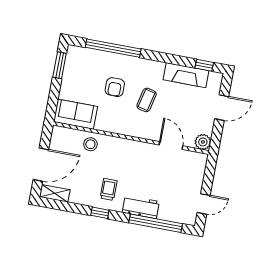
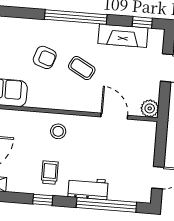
window: (113, 48) -> (76, 17), moved
armchair: (115, 87) -> (45, 57), turned -71
coffee table: (147, 100) -> (82, 68), turned -74
stool: (90, 144) -> (58, 131), moved

